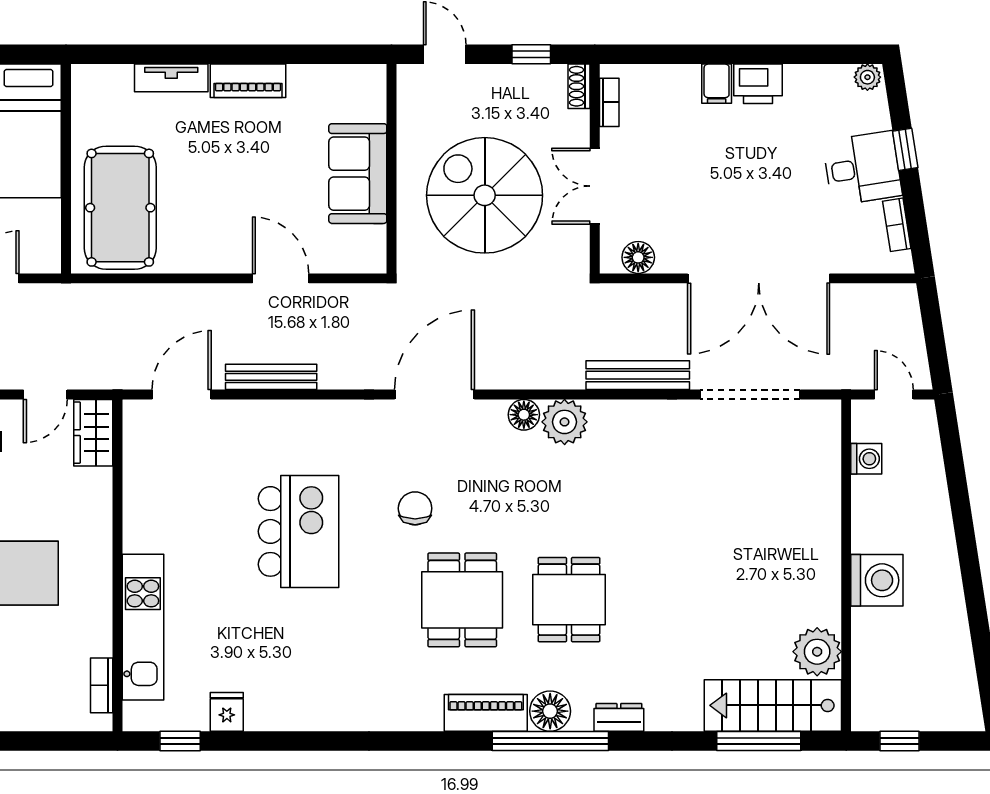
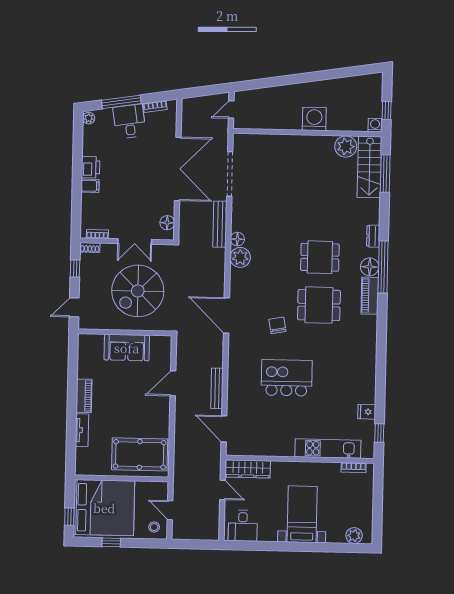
window: (905, 149) -> (121, 102), width x2.17
floor lamp: (524, 415) -> (237, 239), moved
wardrobe: (93, 433) -> (248, 469), width x1.50
washing machine: (866, 459) -> (375, 125), moved
chair: (415, 508) -> (277, 325), turned 80

